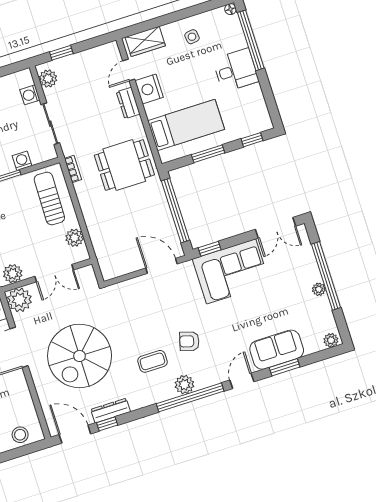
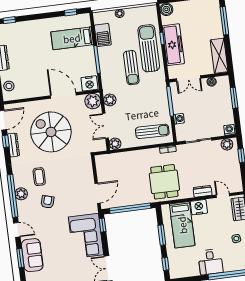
nightstand: (149, 89) -> (199, 207), moved
washing machine: (30, 95) -> (229, 130), moved
plant: (74, 238) -> (115, 144), moved

